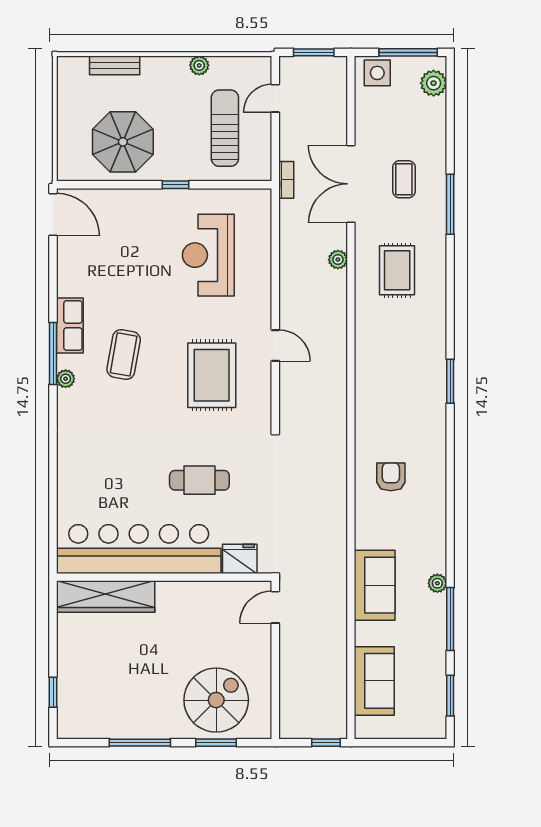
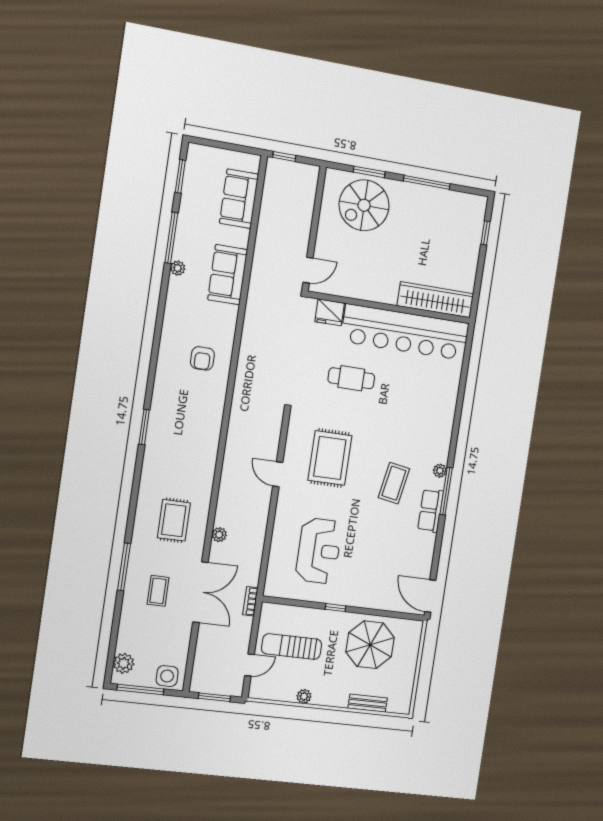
sun lounger: (225, 128) -> (292, 646), turned 90

